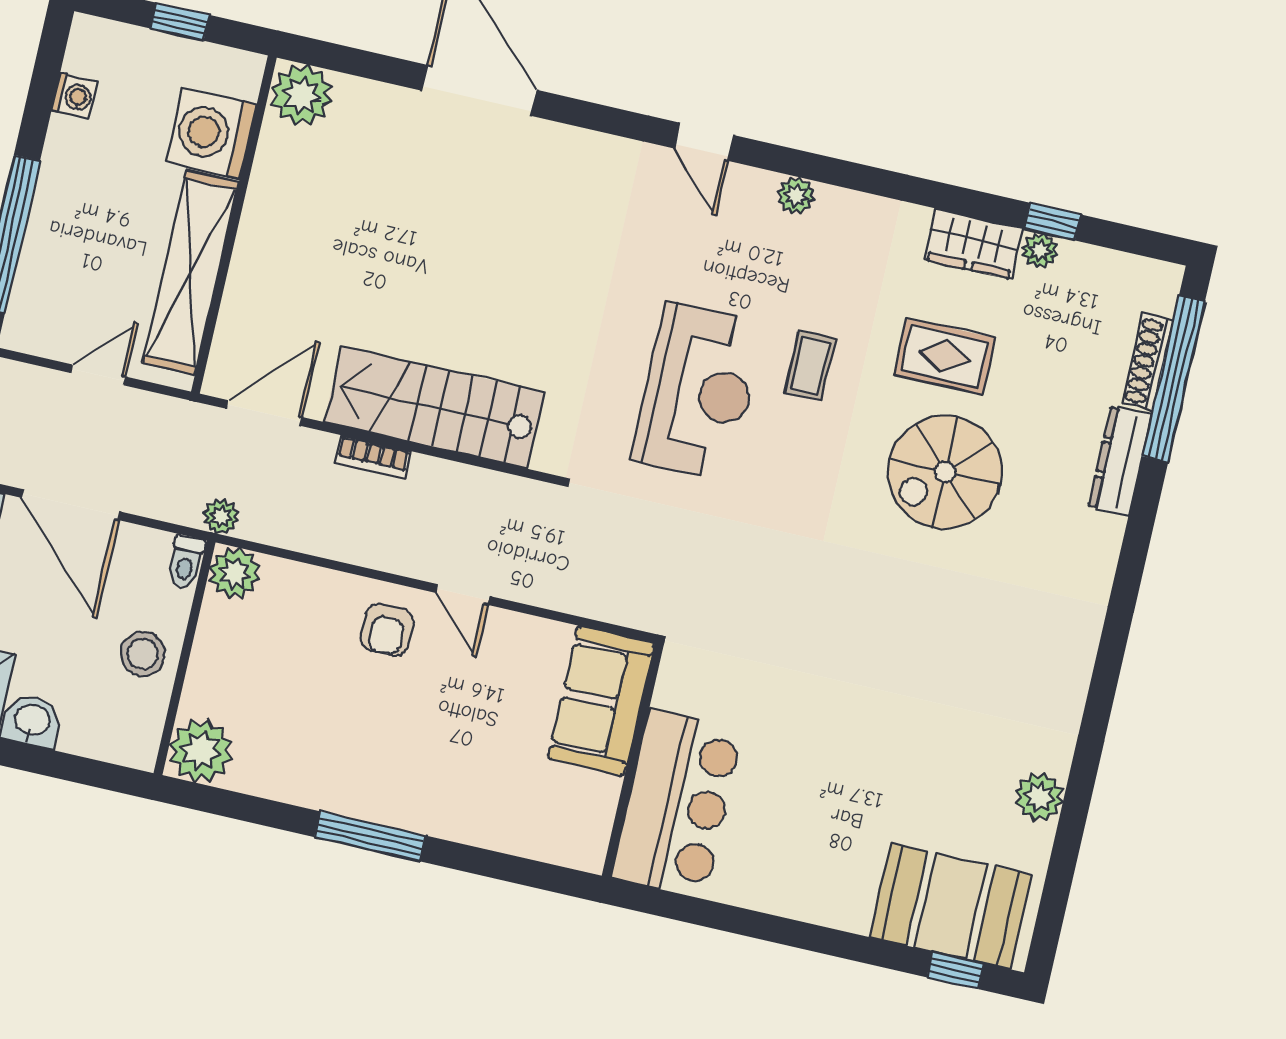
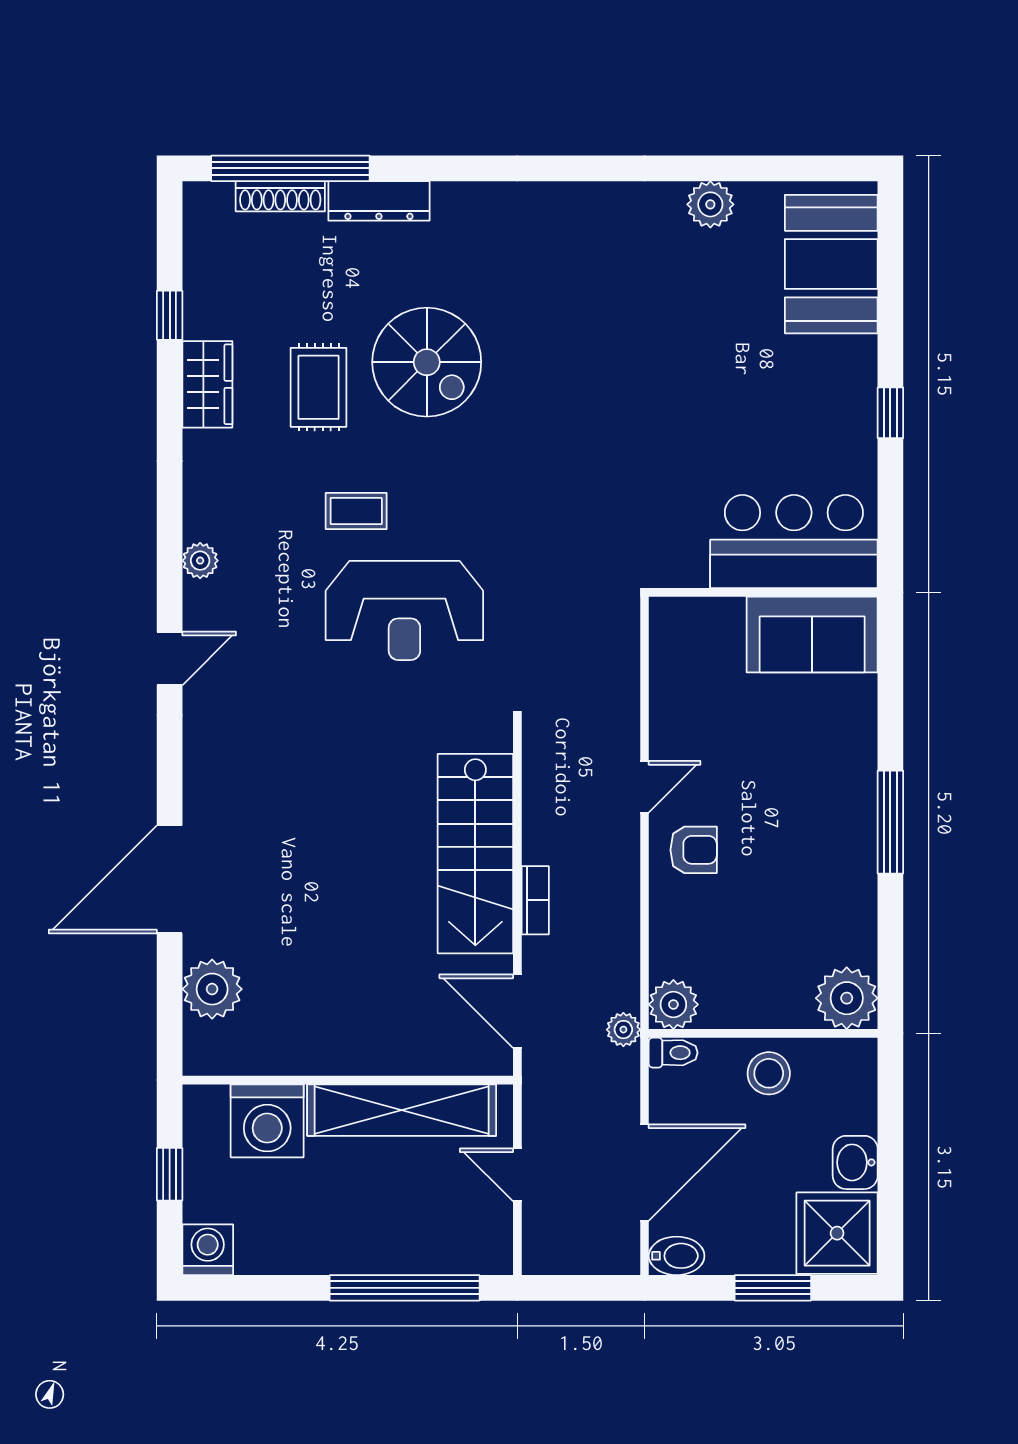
plant: (302, 95) -> (212, 989), moved
washing machine: (74, 96) -> (208, 1250), moved, width x1.38, depth x1.38
plant: (1040, 250) -> (199, 321), removed
reception desk: (698, 392) -> (404, 610), turned 180
sofa: (601, 701) -> (812, 635), moved
window: (955, 970) -> (890, 413), moved

